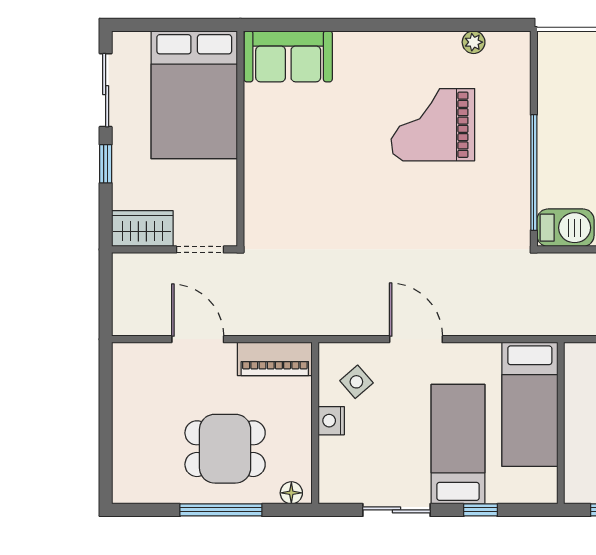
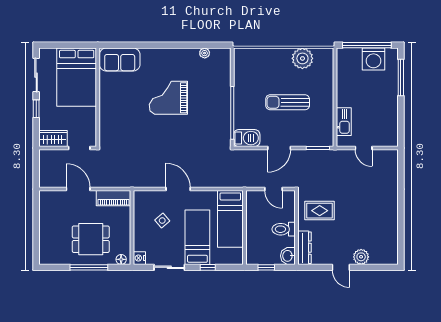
grand piano: (433, 125) -> (168, 98), moved
side table: (356, 382) -> (162, 221), moved
nightstand: (331, 421) -> (139, 258), moved

